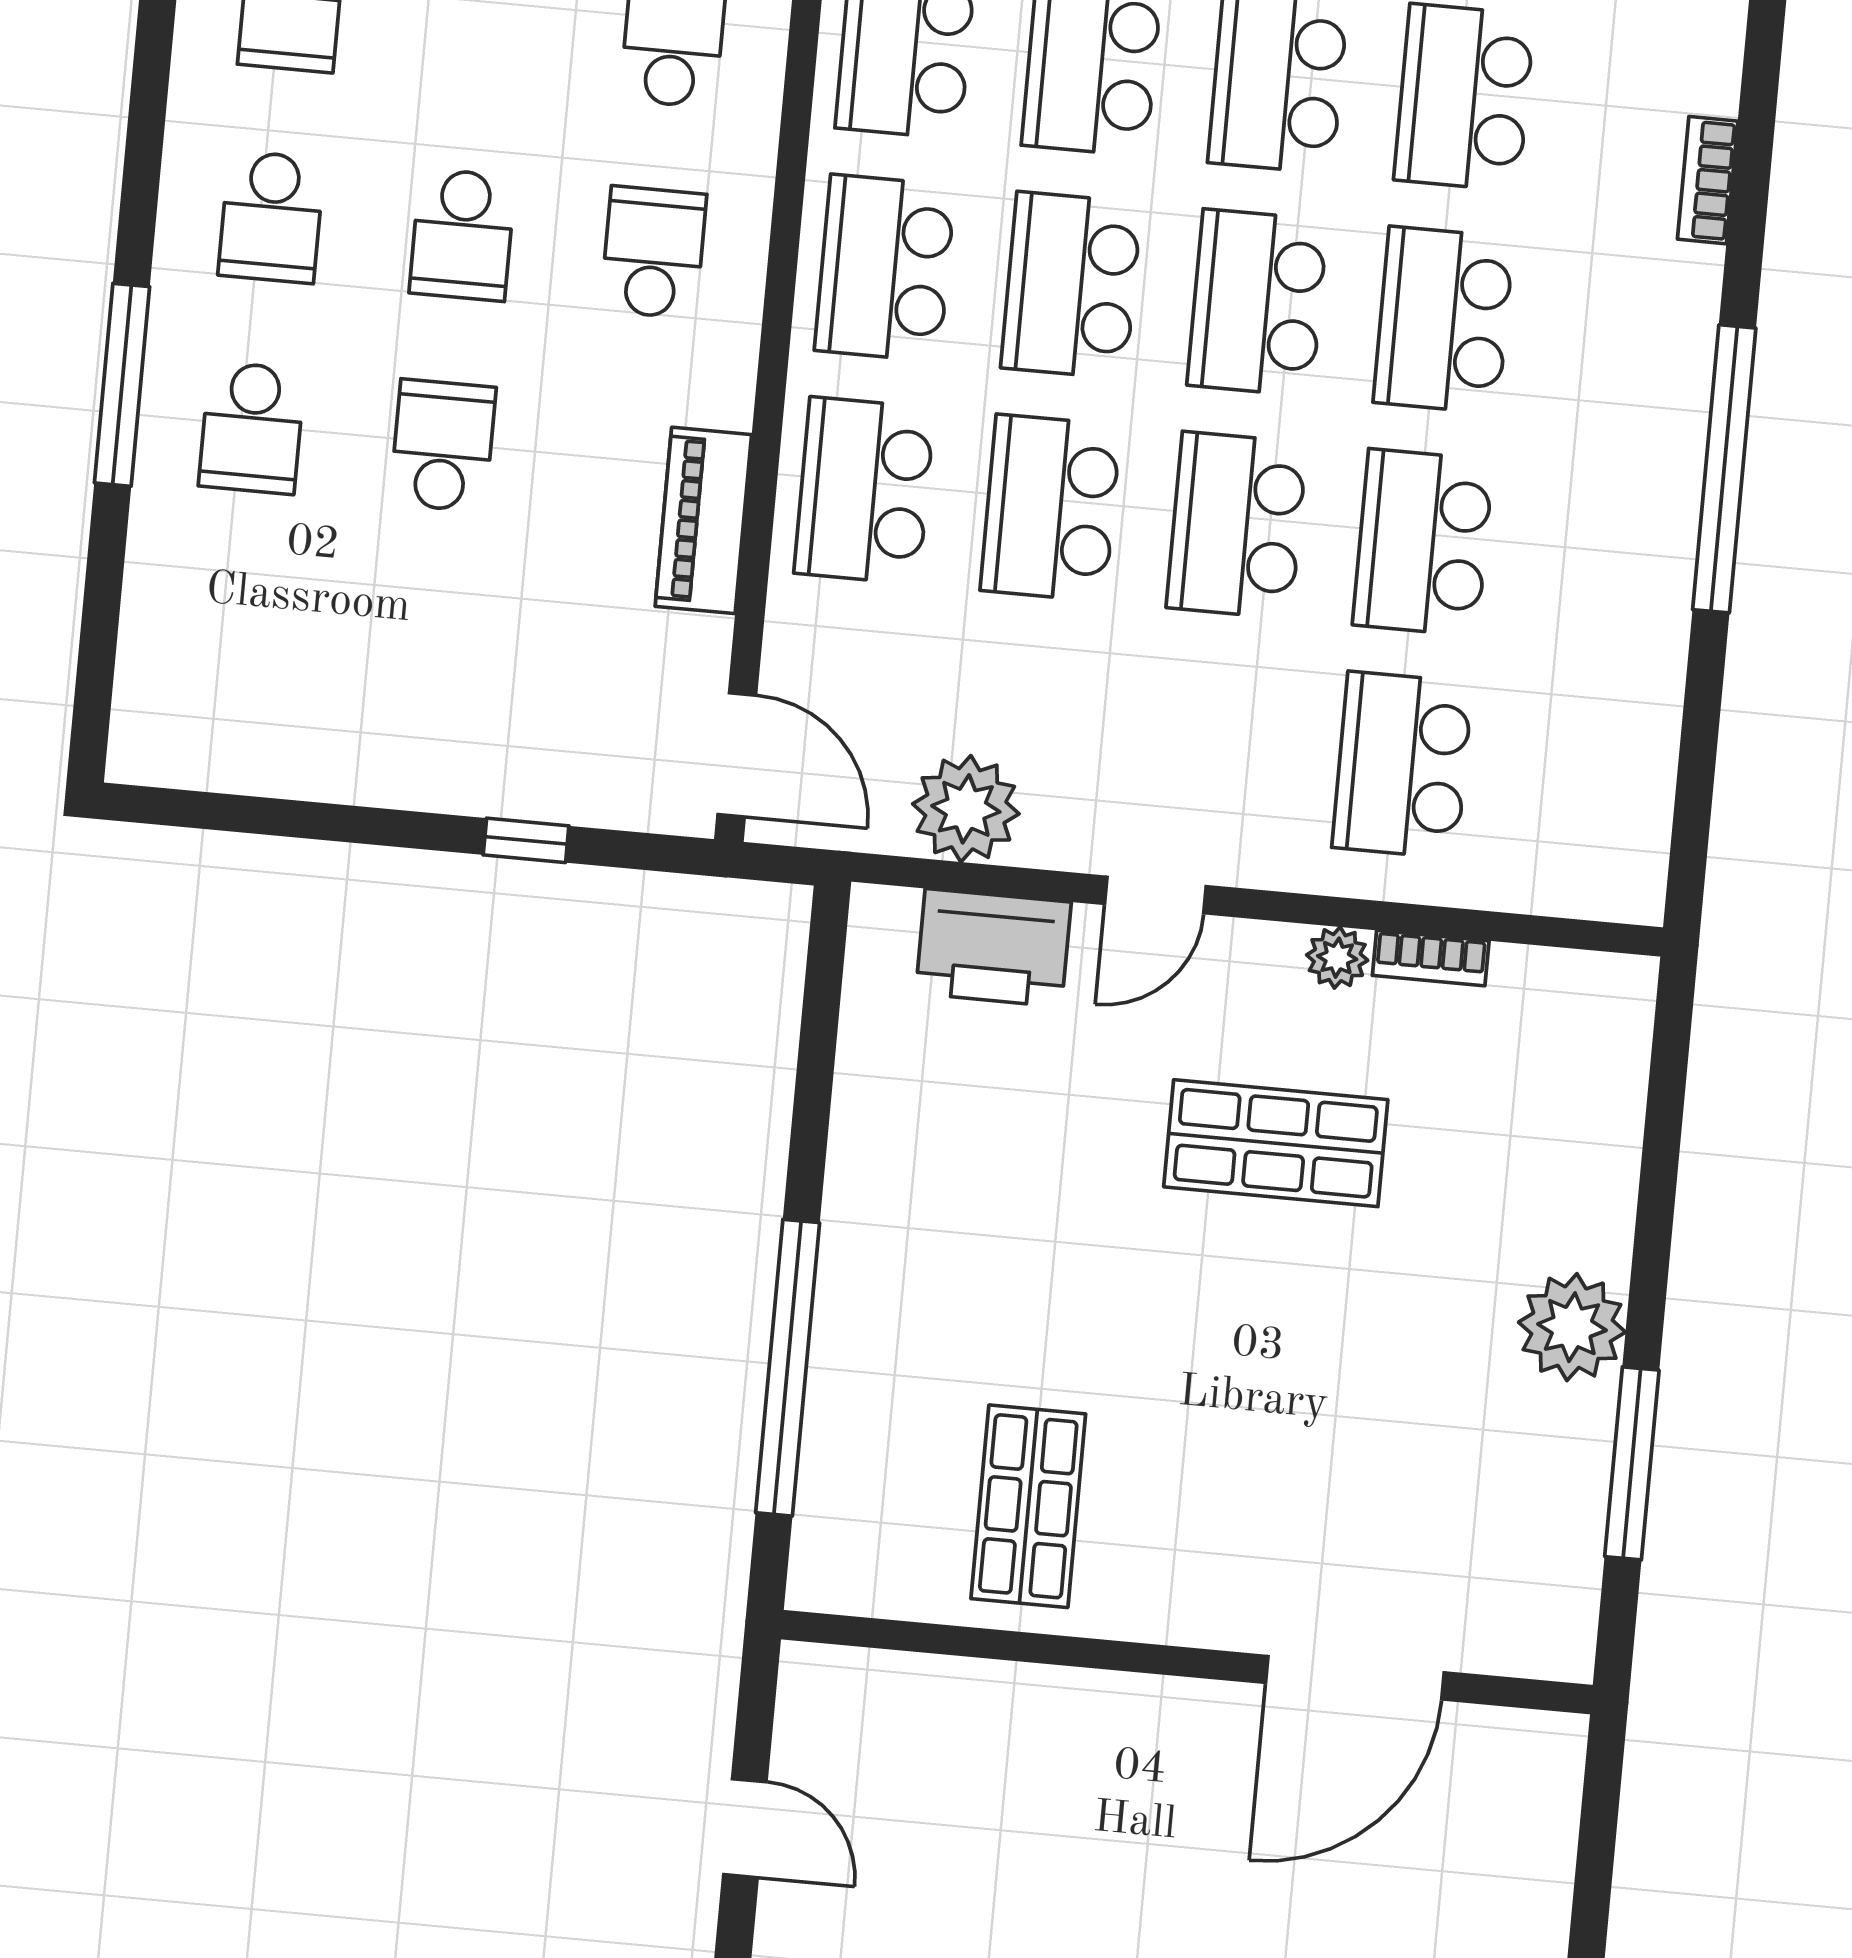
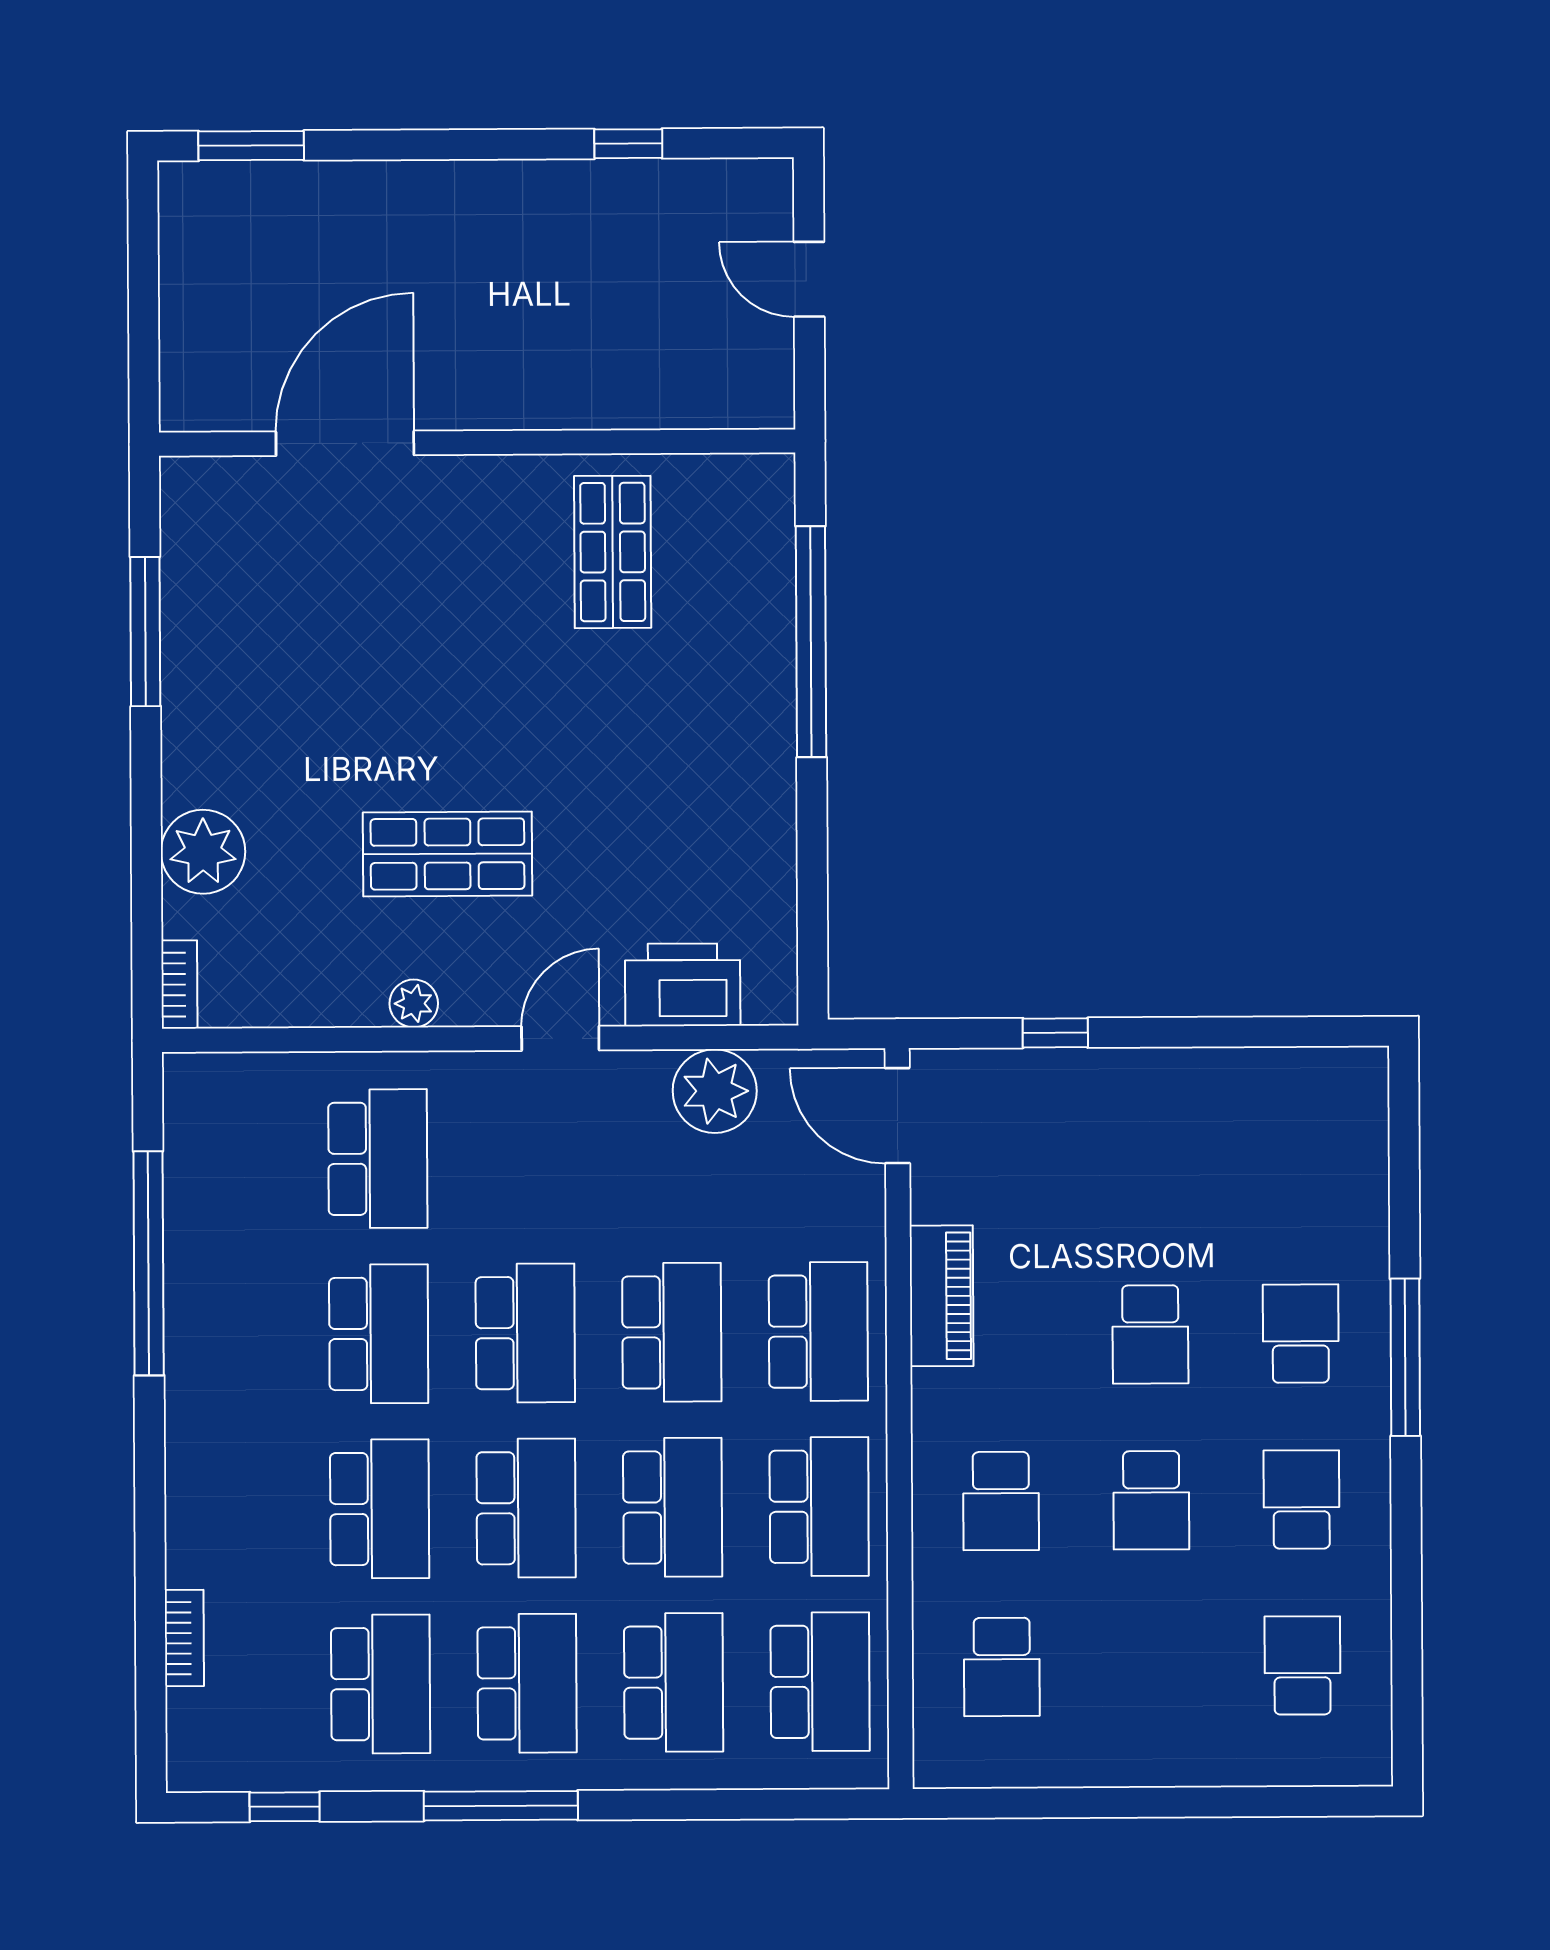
school desk: (462, 235) -> (1151, 1500), turned 180
window: (1724, 469) -> (149, 1263), moved
bookcase: (1431, 958) -> (179, 984), moved, turned 90
plant: (1572, 1327) -> (203, 852), moved

